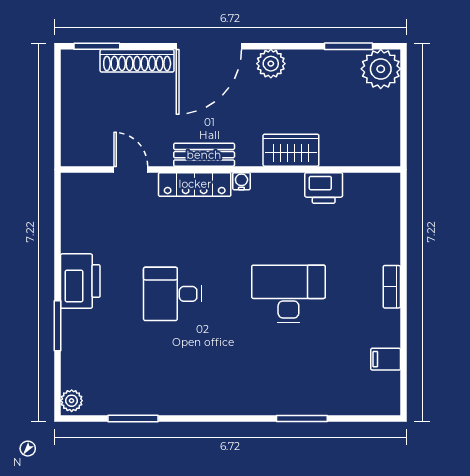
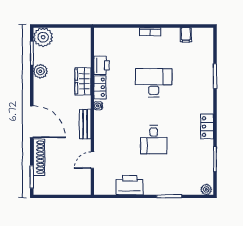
plant: (271, 64) -> (40, 71), moved
locker: (195, 184) -> (100, 87), moved, width x0.66
printer: (80, 281) -> (130, 185), moved
desk: (288, 294) -> (154, 83), turned 90
locker: (199, 402) -> (207, 127), added

